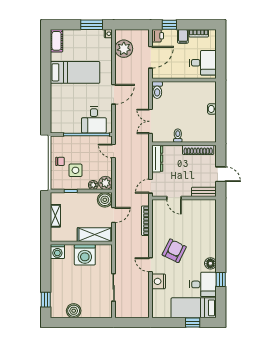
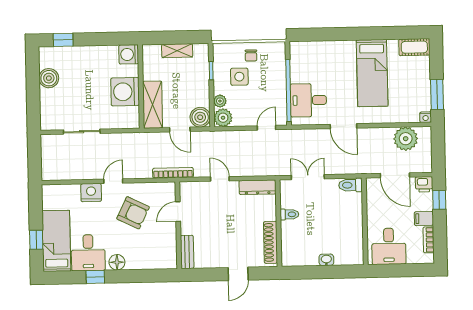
bench: (204, 192) -> (187, 252), moved
door: (174, 198) -> (178, 212), moved
wall: (184, 198) -> (178, 225), moved

